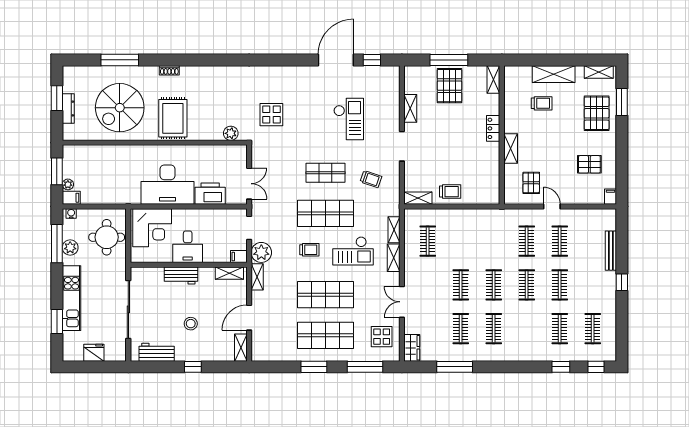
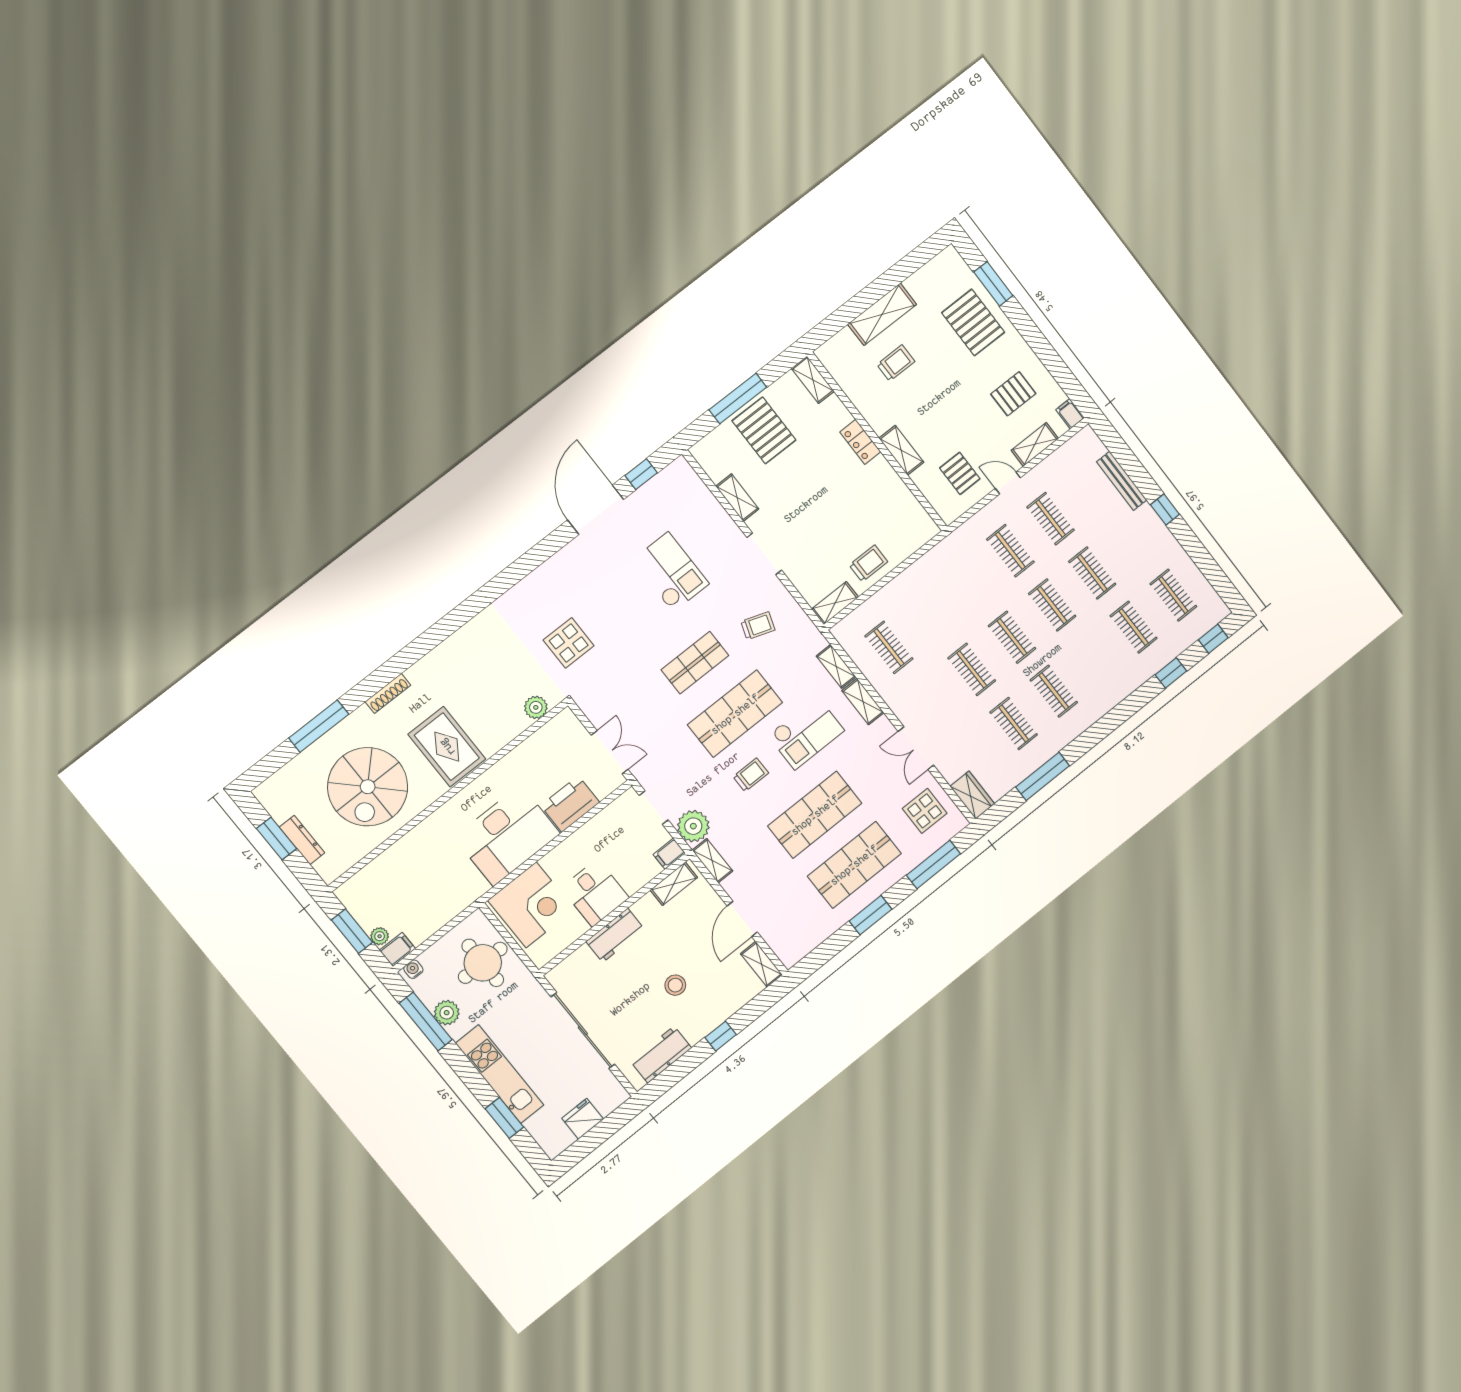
shoe rack: (169, 70) -> (388, 693), width x1.43
shelving: (599, 72) -> (1035, 444), moved

